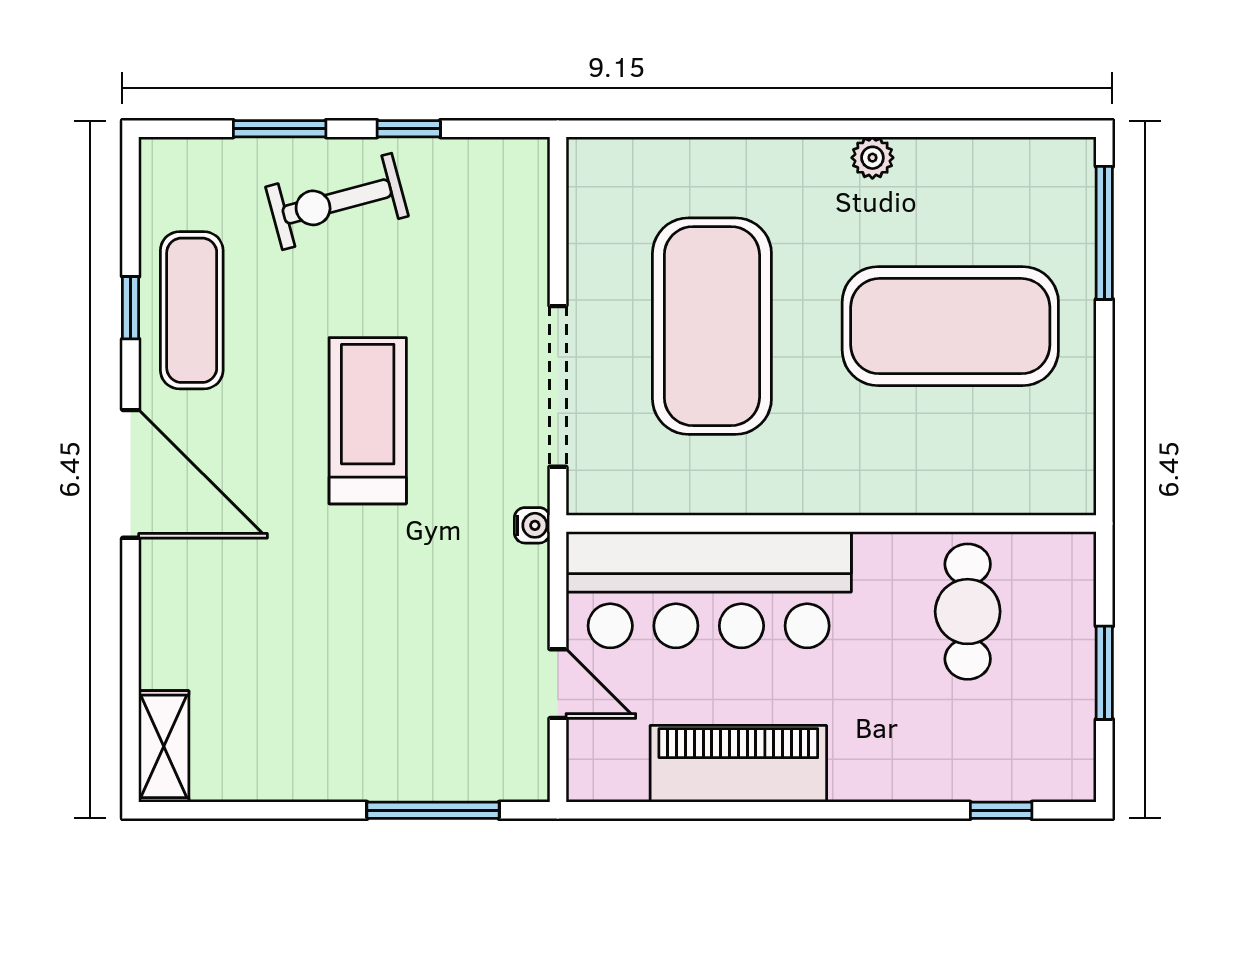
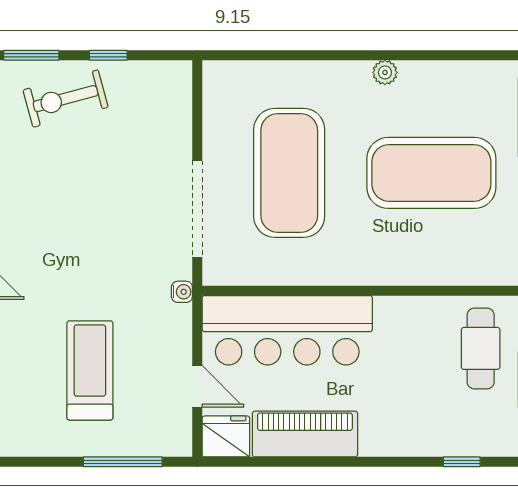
treadmill: (368, 421) -> (90, 370), moved
cafe table: (968, 612) -> (481, 348), moved
fridge: (606, 768) -> (226, 436), added

